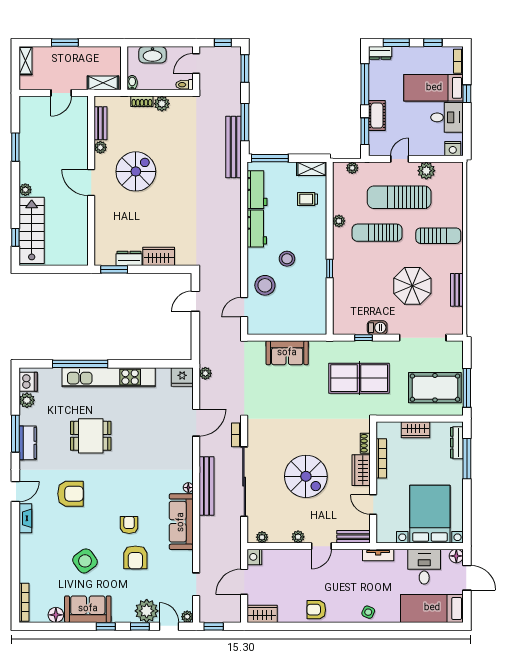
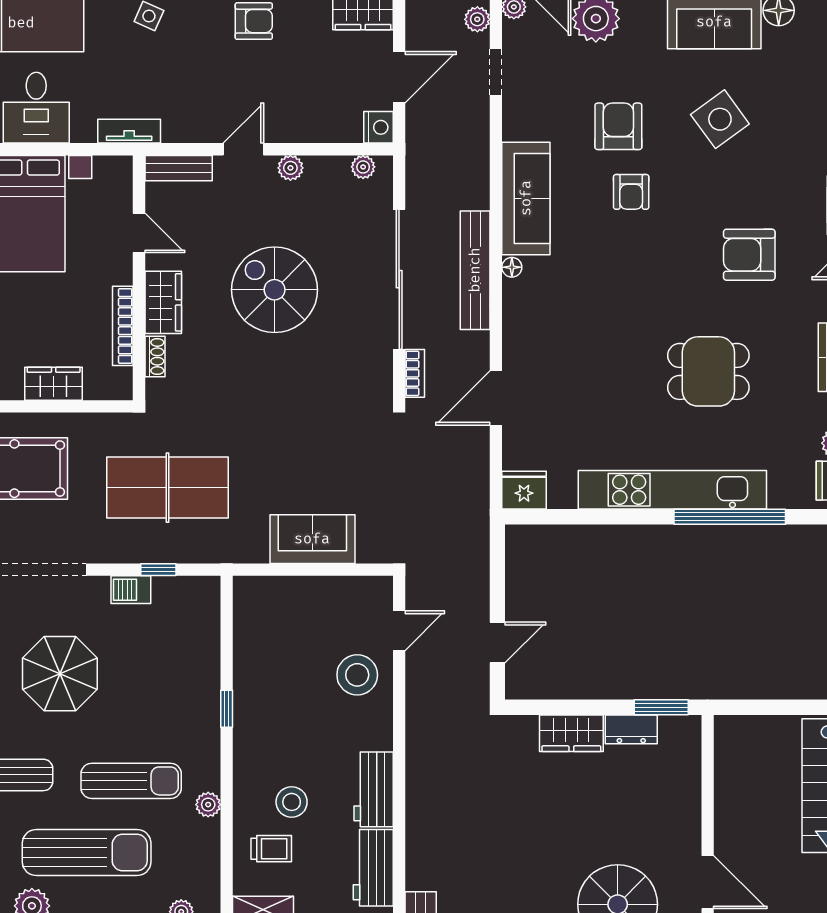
stool: (287, 259) -> (292, 802), moved
plant: (205, 373) -> (477, 19), moved

